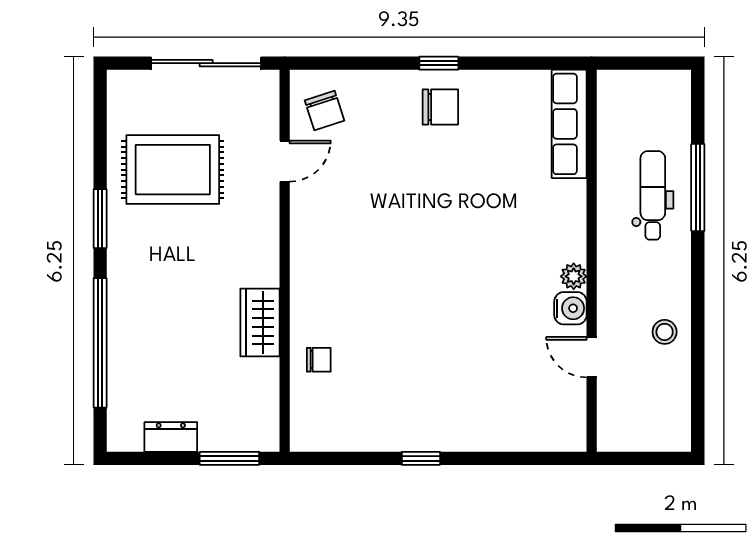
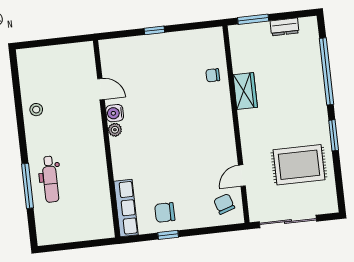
row of seats: (569, 124) -> (126, 208), moved
wall: (592, 261) -> (107, 139), moved
plant: (574, 276) -> (115, 130), moved
water cooler: (570, 308) -> (115, 113), moved
door: (592, 357) -> (101, 89), moved

